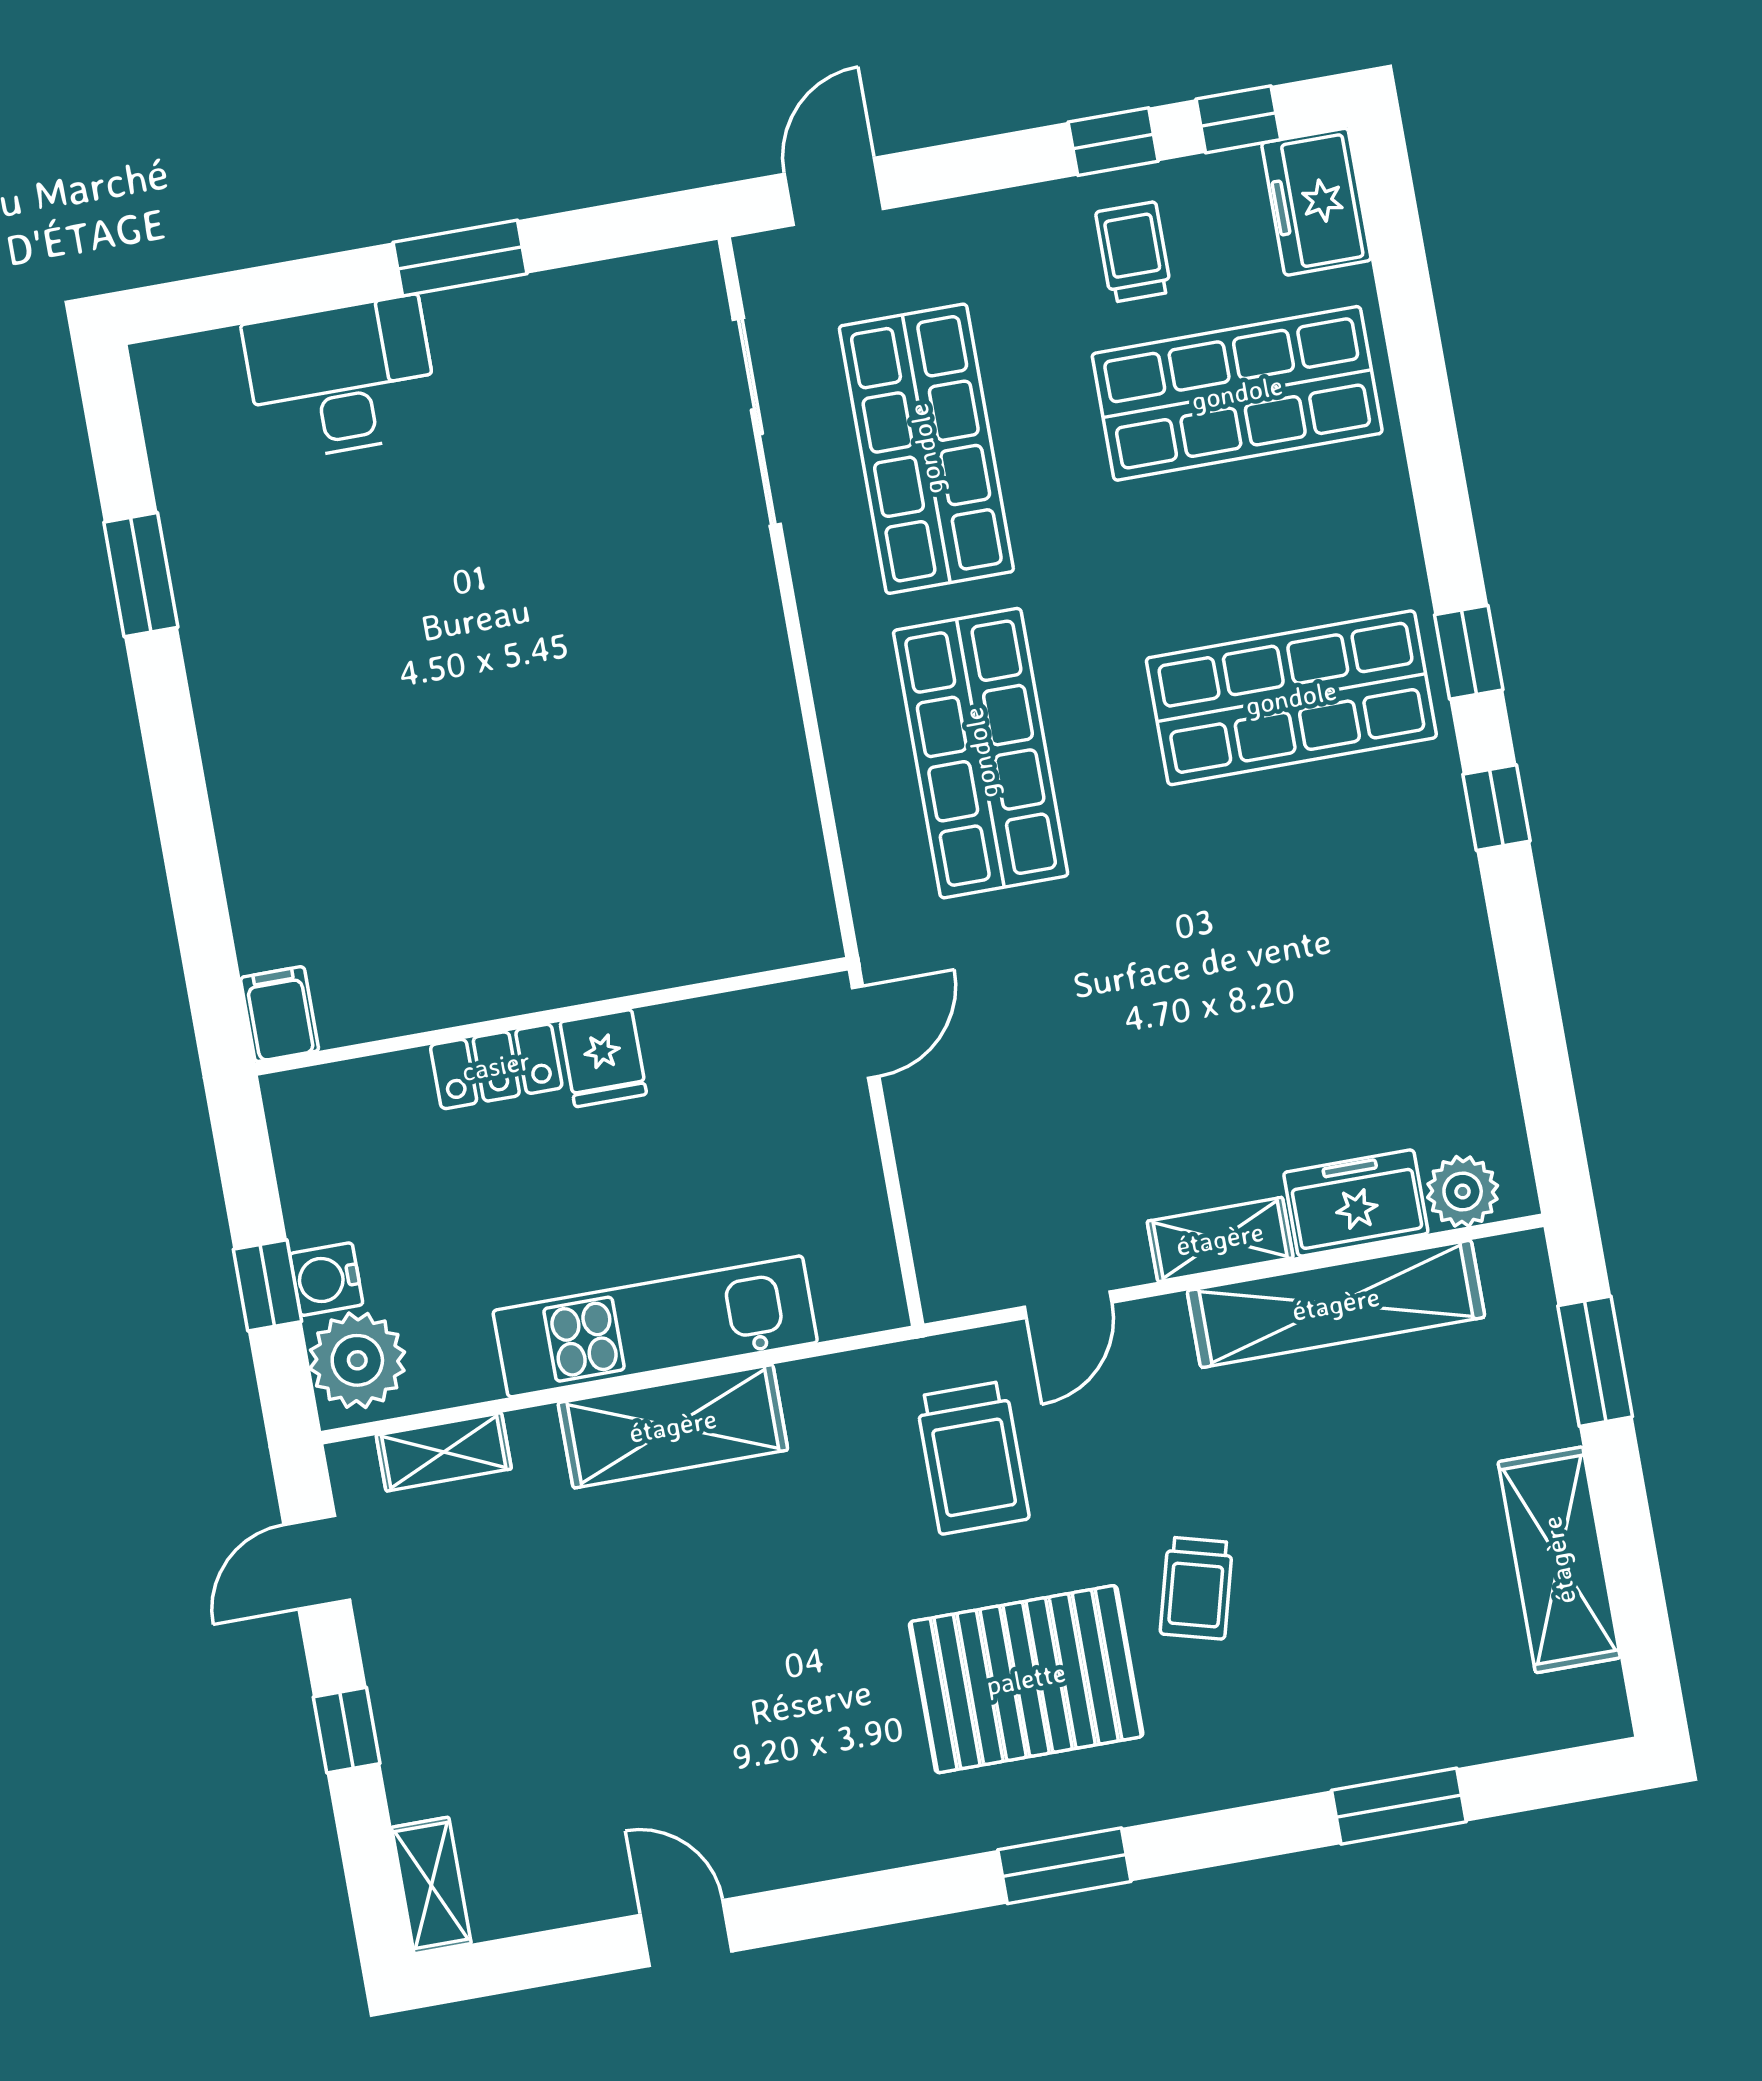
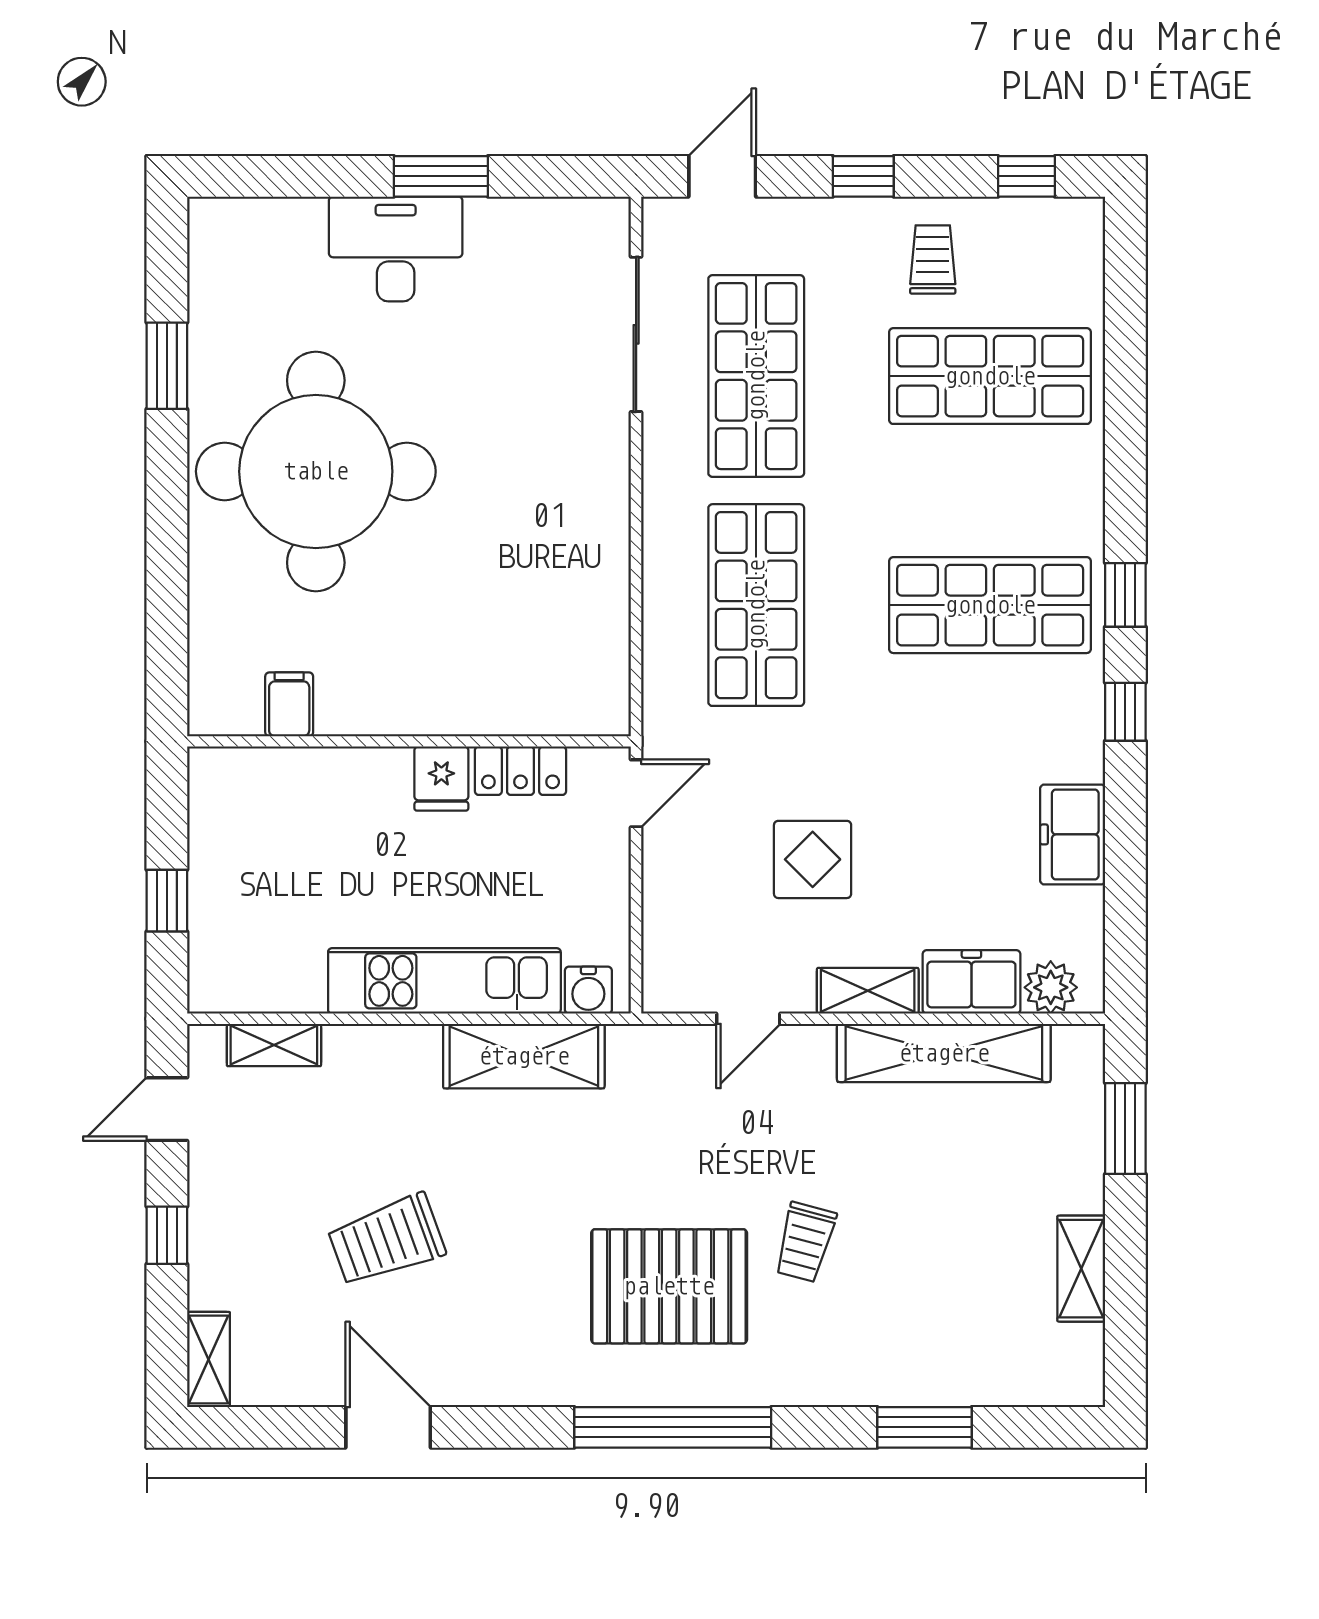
window: (1113, 142) -> (863, 176), moved
freezer: (1316, 202) -> (1073, 834), moved
desk: (341, 379) -> (396, 249), moved
round table: (364, 680) -> (316, 471), added
filing cabinet: (280, 1014) -> (289, 704), moved
locker: (496, 1066) -> (520, 771), moved
display table: (1116, 1078) -> (813, 859), added
water cooler: (326, 1279) -> (588, 990), moved, turned -90
plant: (357, 1360) -> (223, 967), removed
shelving: (673, 1426) -> (524, 1056), moved
trolley: (972, 1458) -> (386, 1240), moved, turned 70
shelving: (1559, 1560) -> (1081, 1269), width x0.67, depth x0.75
window: (1064, 1866) -> (673, 1427), width x2.11
door: (686, 1933) -> (388, 1427), width x1.38

